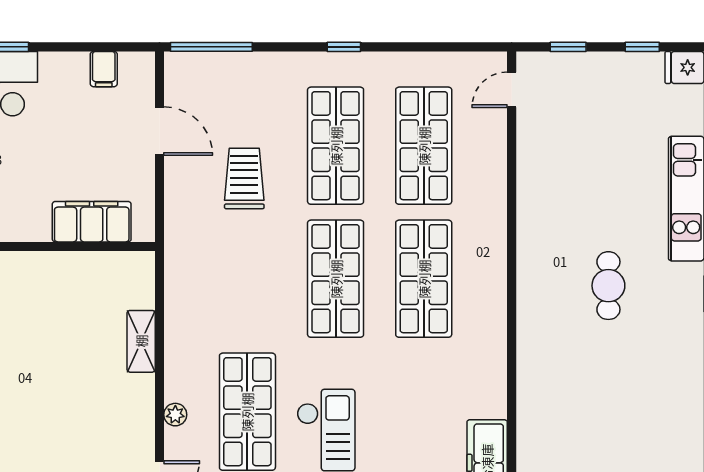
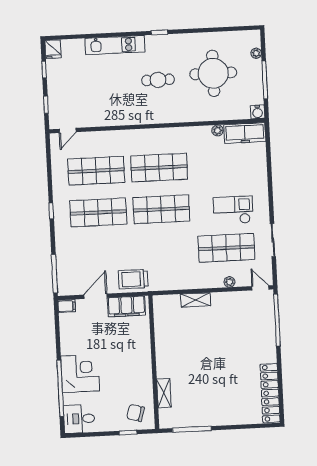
filing cabinet: (104, 69) -> (67, 306), moved
door: (512, 90) -> (68, 130), hinge flipped
trolley: (244, 178) -> (133, 279), moved
filing cabinet: (92, 222) -> (126, 306), moved, turned -90
round table: (616, 403) -> (213, 73), added
plant: (496, 405) -> (217, 130), added

